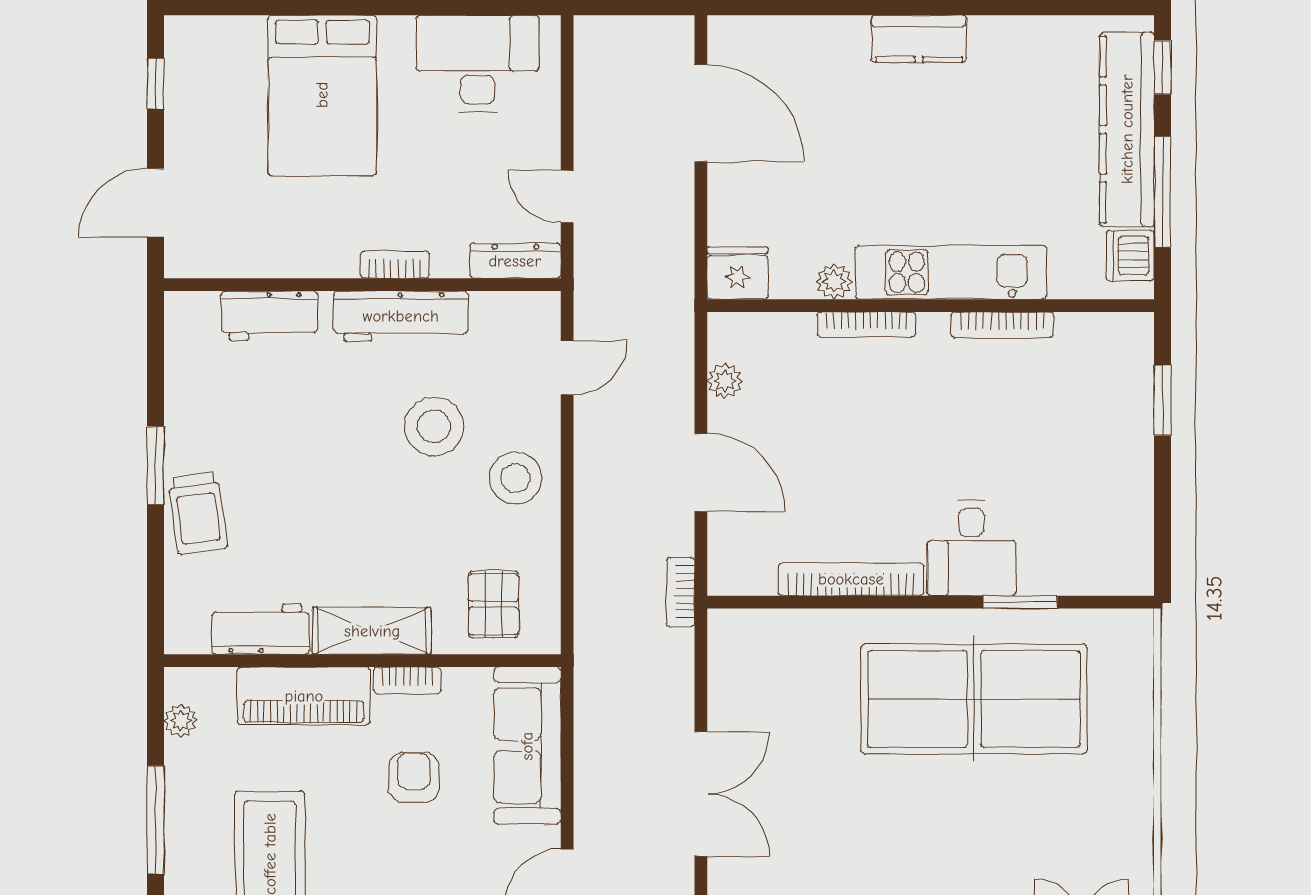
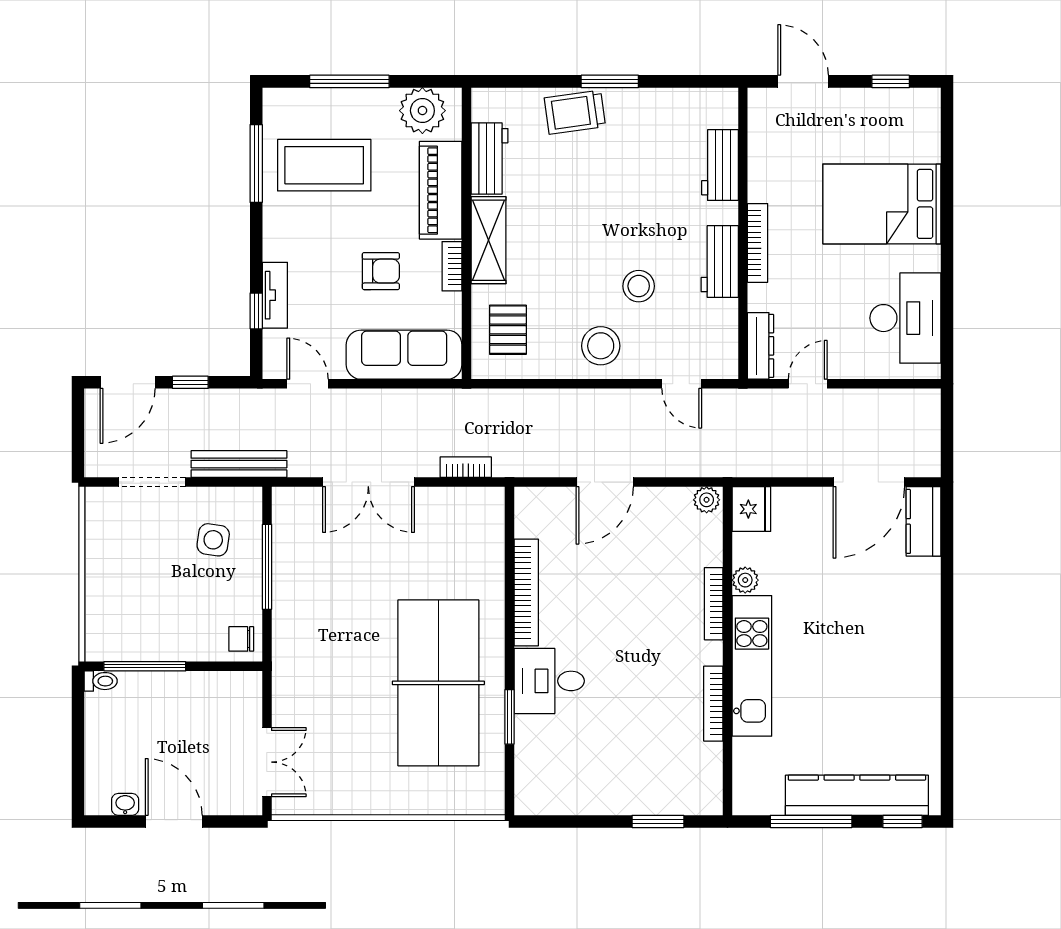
kitchen counter: (919, 39) -> (924, 521), moved
dishwasher: (1130, 256) -> (764, 798), removed
bookcase: (395, 265) -> (758, 243), width x1.56
workbench: (401, 316) -> (720, 262), width x0.73
plant: (725, 381) -> (707, 500), moved
stool: (434, 426) -> (639, 286), width x0.73, depth x0.73
bookcase: (681, 592) -> (466, 467), moved
pallet: (494, 604) -> (508, 330), turned 90
plant: (181, 721) -> (422, 111), width x1.87, depth x1.87

